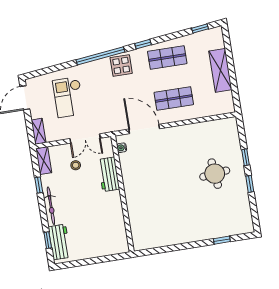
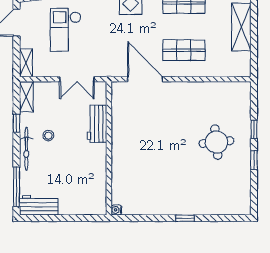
water cooler: (122, 148) -> (116, 210), moved
stool: (76, 165) -> (48, 136), moved
window: (48, 240) -> (17, 187), width x2.17
window: (222, 240) -> (185, 218), moved
workbench: (59, 242) -> (39, 205), moved, turned -90

